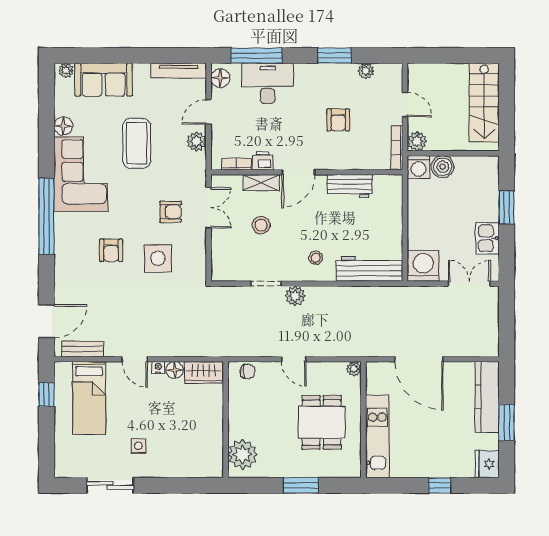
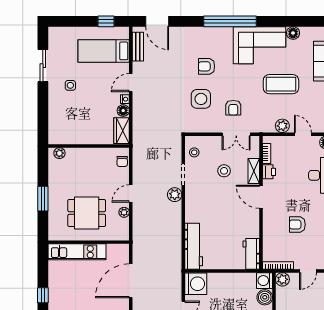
workbench: (350, 186) -> (251, 254), moved
stool: (316, 258) -> (194, 152), moved
plant: (354, 369) -> (124, 212), moved
plant: (243, 454) -> (59, 153), width x0.53, depth x0.53

